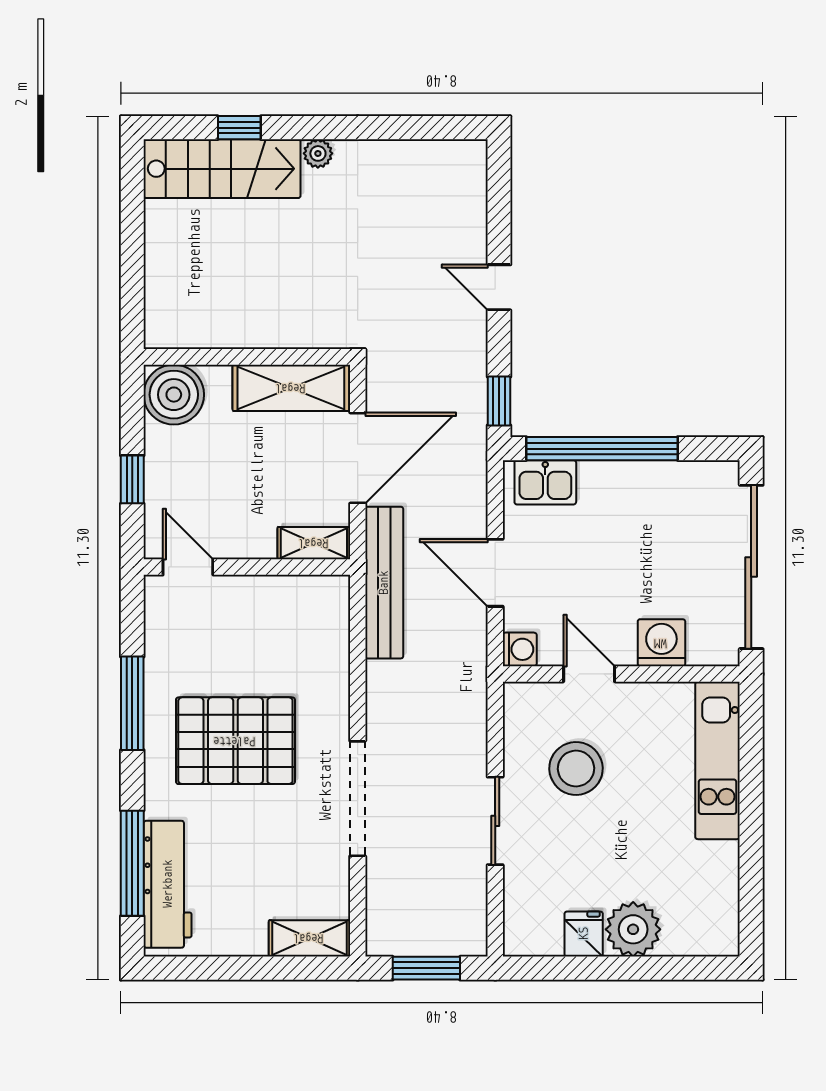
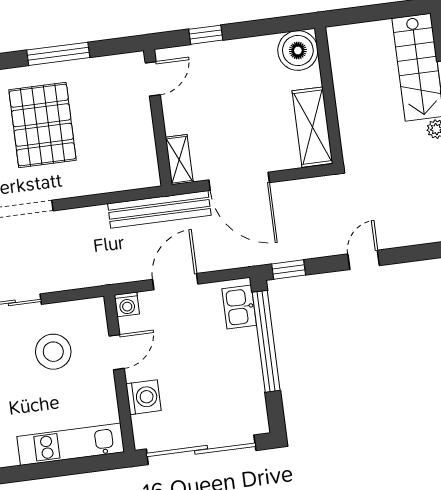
wall: (247, 357) -> (329, 95), moved
shelving: (291, 388) -> (312, 127), moved
boiler: (174, 395) -> (298, 51), moved

